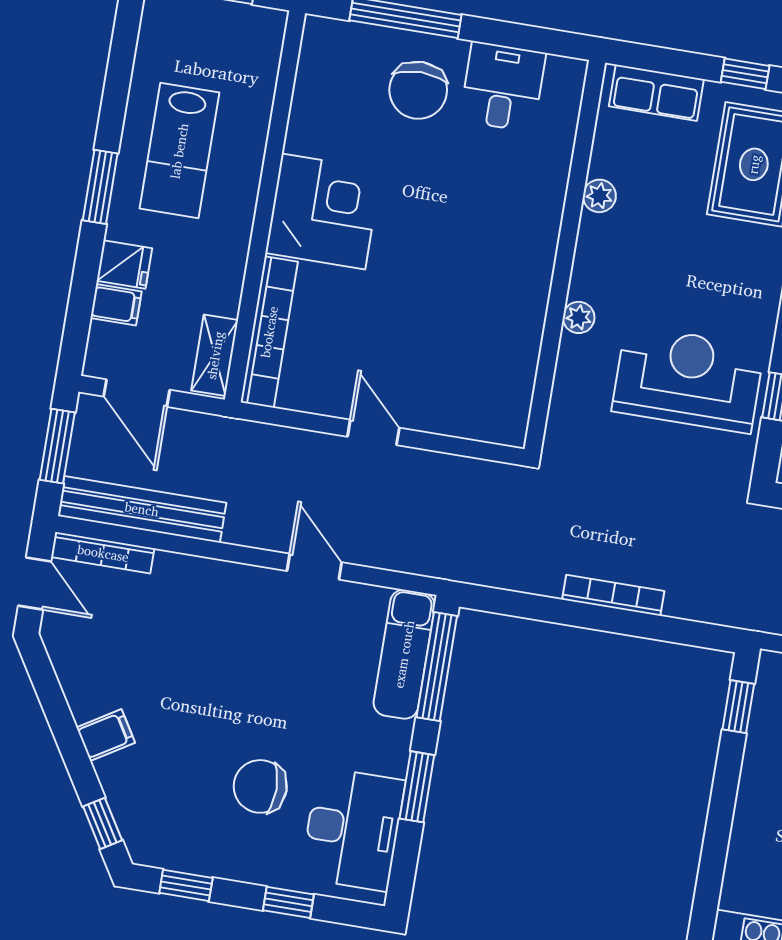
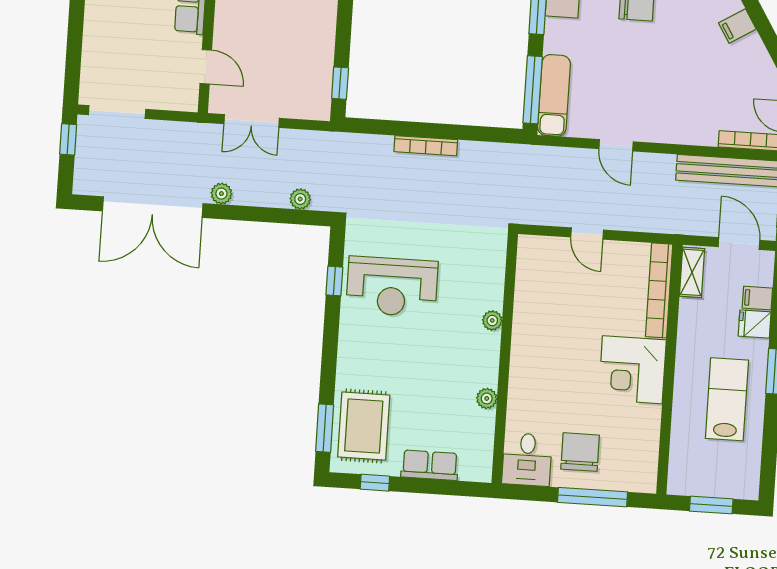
plant: (599, 196) -> (487, 398), moved
wall: (565, 256) -> (505, 358), moved
plant: (579, 317) -> (492, 320), moved

